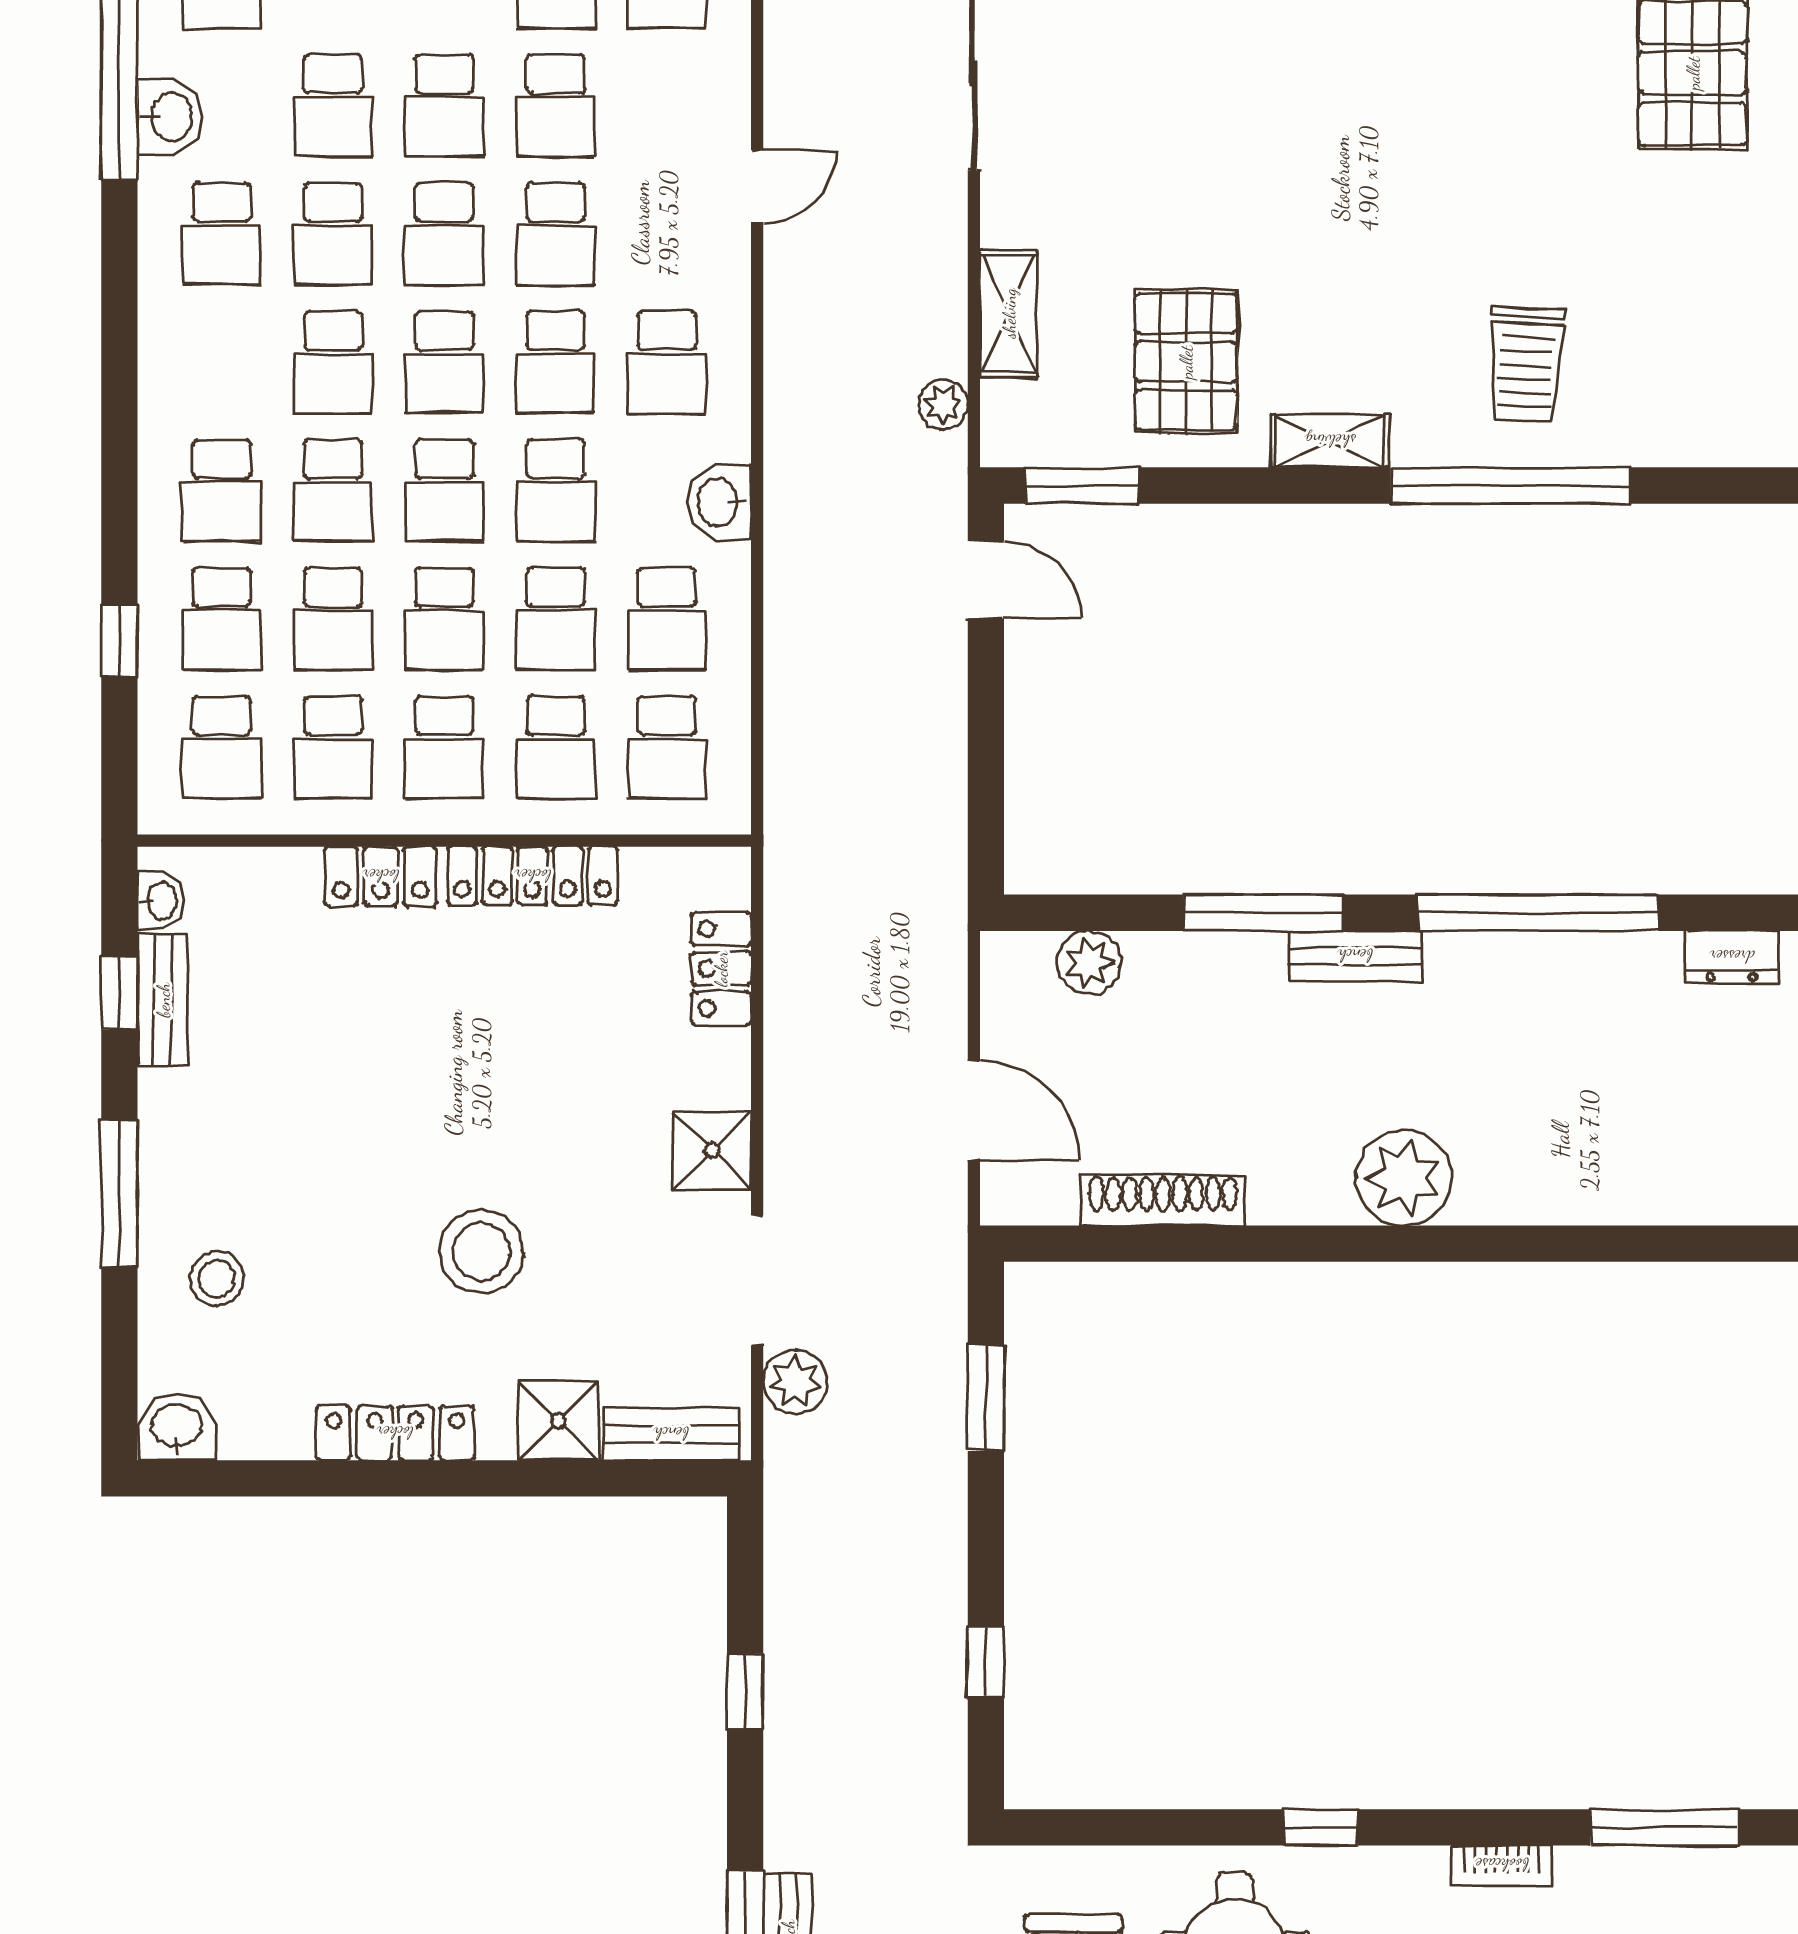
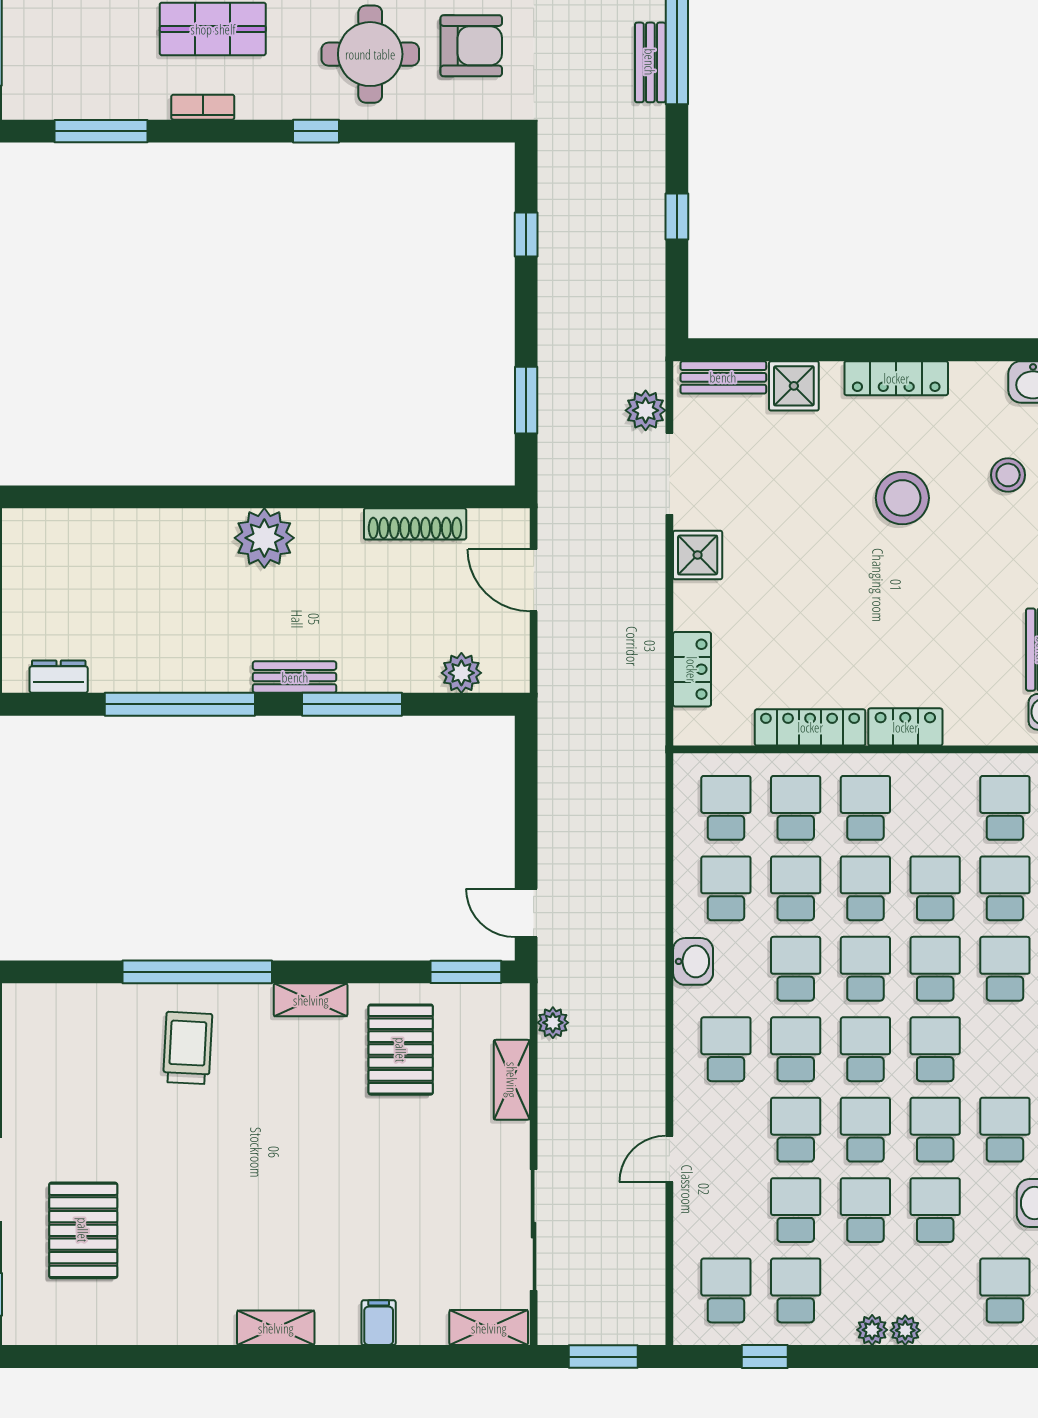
school desk: (333, 747) -> (935, 808), removed
stool: (481, 1252) -> (902, 498), moved

